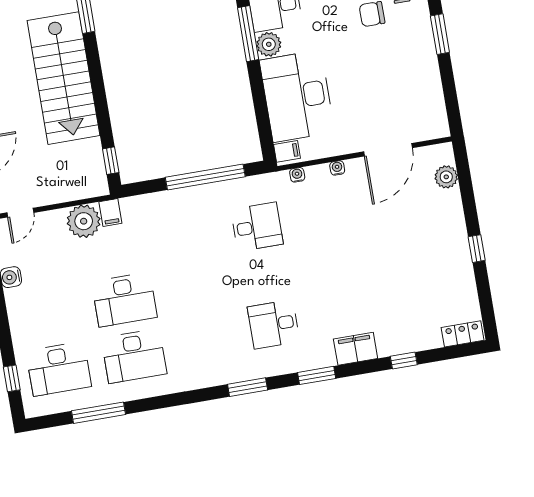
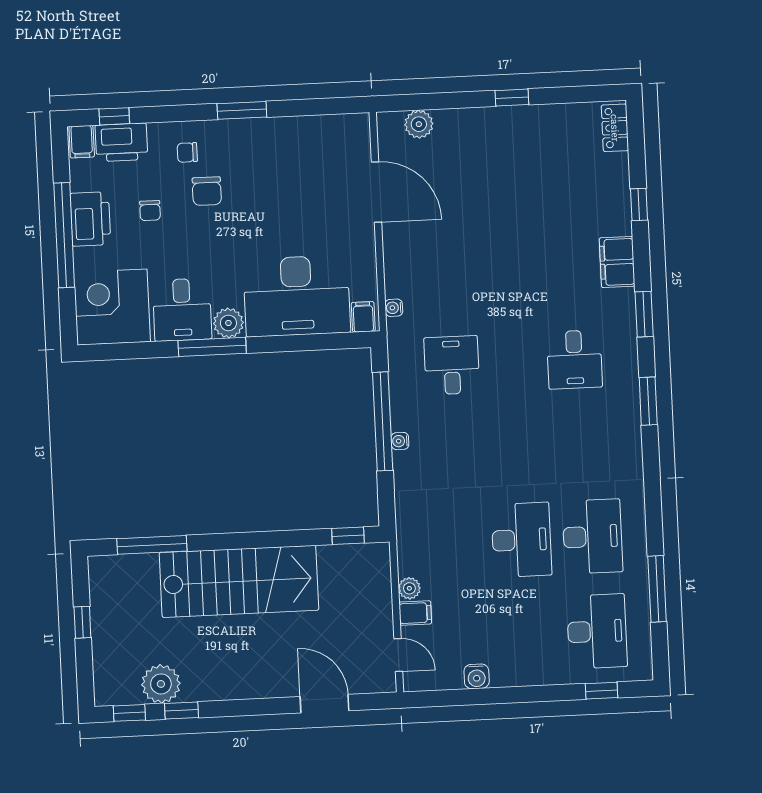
water cooler: (337, 168) -> (400, 441), moved
filing cabinet: (110, 213) -> (415, 613), moved
plant: (84, 221) -> (409, 588), width x0.53, depth x0.53

